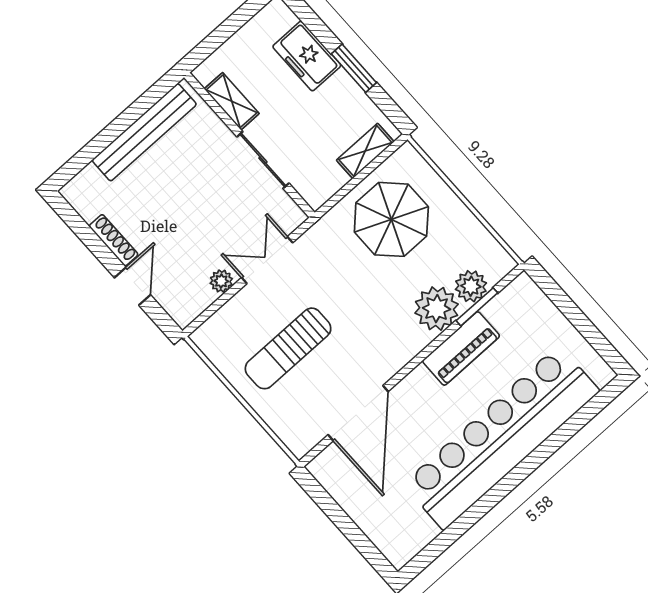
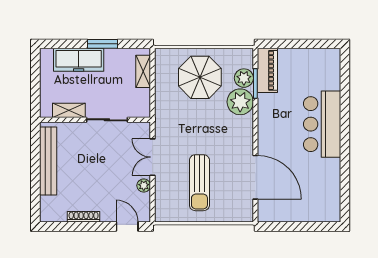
freezer: (307, 56) -> (79, 60), width x1.40
parasol: (391, 219) -> (200, 77), moved
door: (132, 286) -> (127, 227), moved
piano: (461, 348) -> (267, 70), moved
bar counter: (501, 438) -> (322, 124), width x0.54

